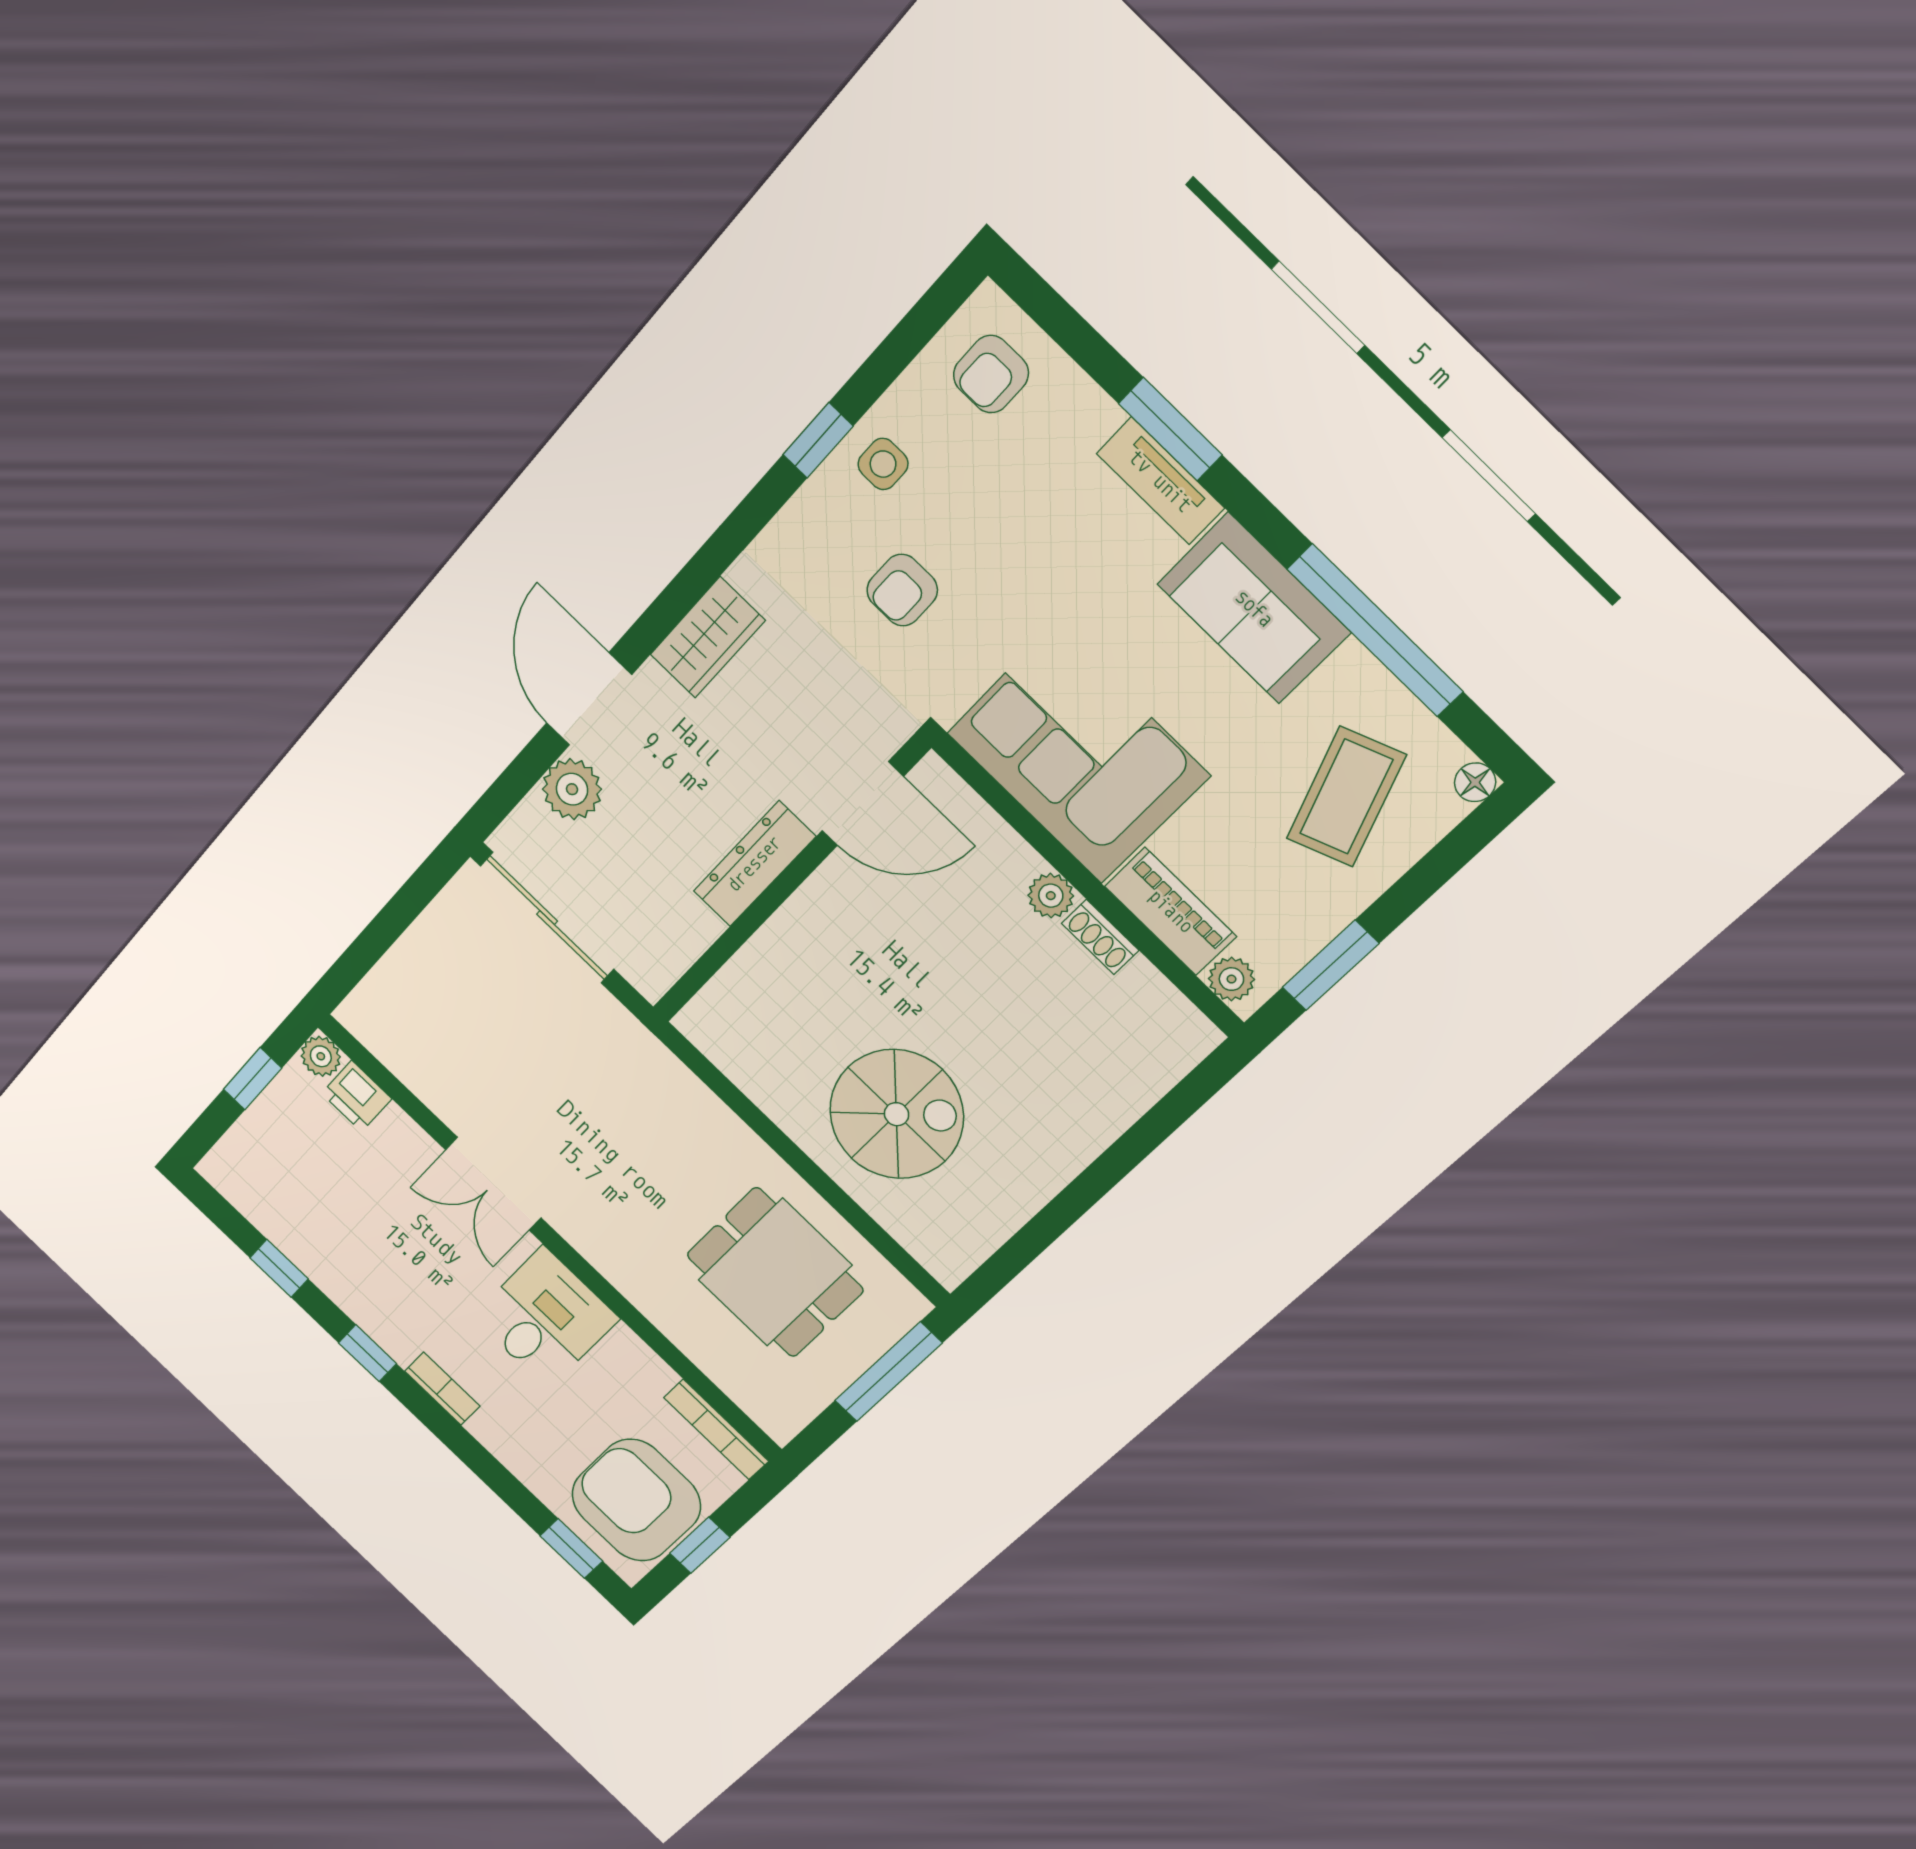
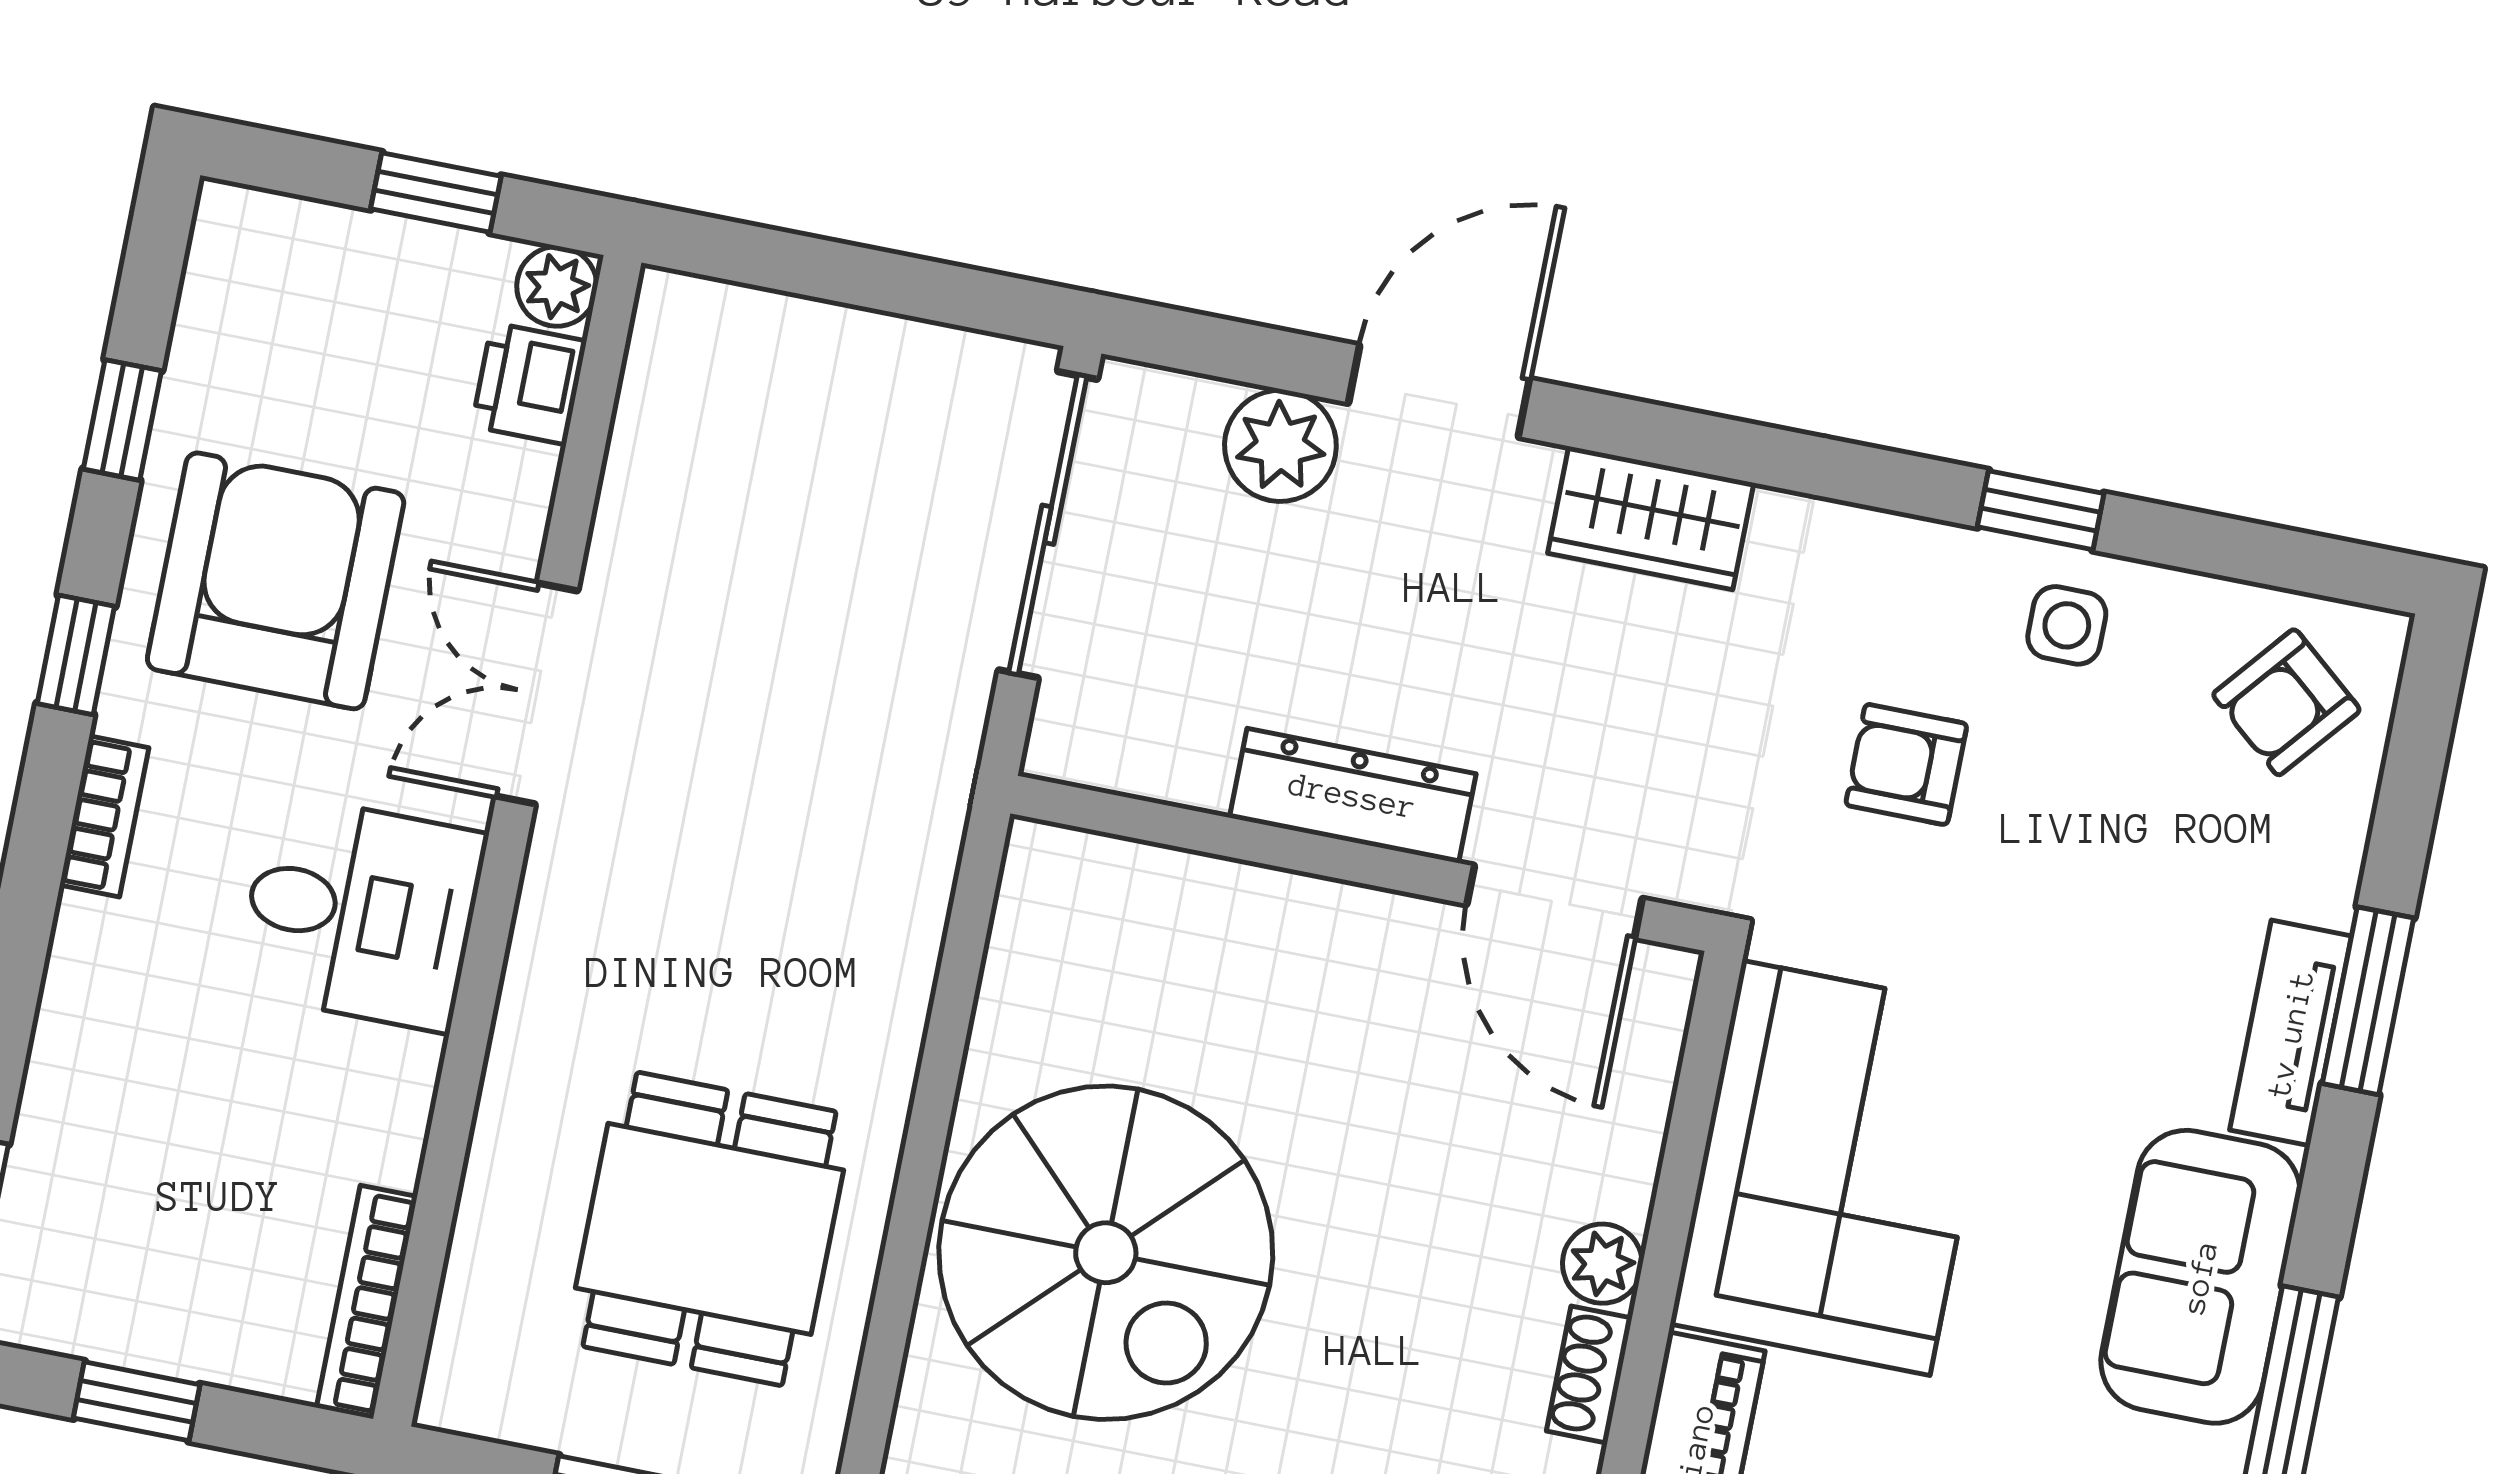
armchair: (991, 374) -> (2286, 702), turned -50
spiral stairs: (896, 1114) -> (1106, 1253), width x1.37, depth x1.37
armchair: (636, 1500) -> (276, 581), moved

